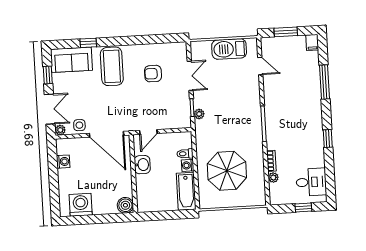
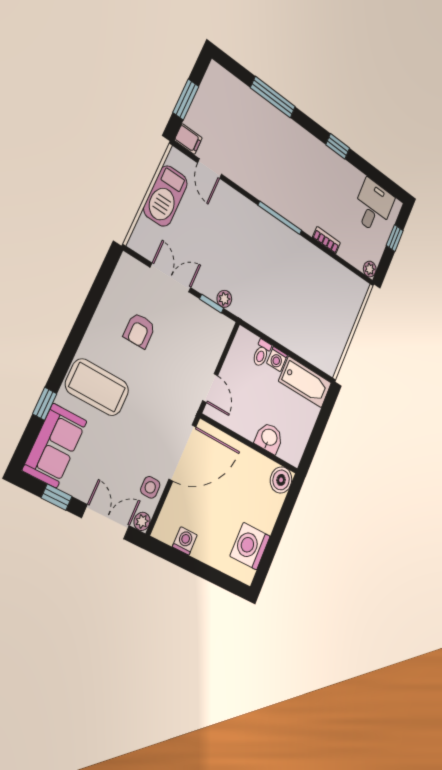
filing cabinet: (312, 42) -> (188, 139), moved
door: (260, 66) -> (210, 169), swing flipped
washbasin: (142, 165) -> (269, 438), moved
parasol: (227, 171) -> (309, 309), removed
plant: (273, 177) -> (370, 269), moved

